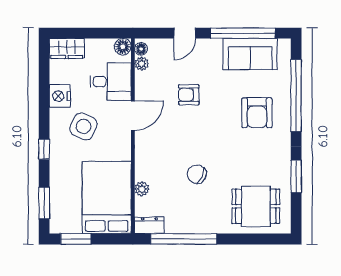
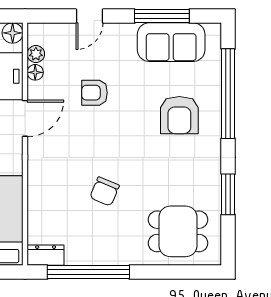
window: (243, 33) -> (162, 16), width x0.68
floor lamp: (141, 49) -> (35, 72), moved
chair: (197, 174) -> (105, 191), turned -92
plant: (142, 189) -> (36, 210), removed

